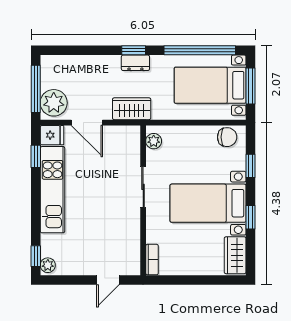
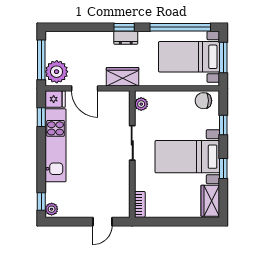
chair: (227, 137) -> (203, 101), turned 180

